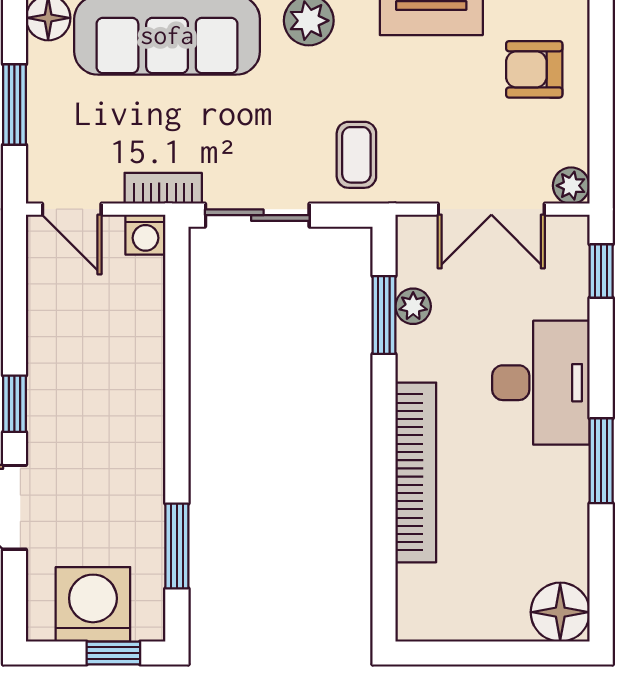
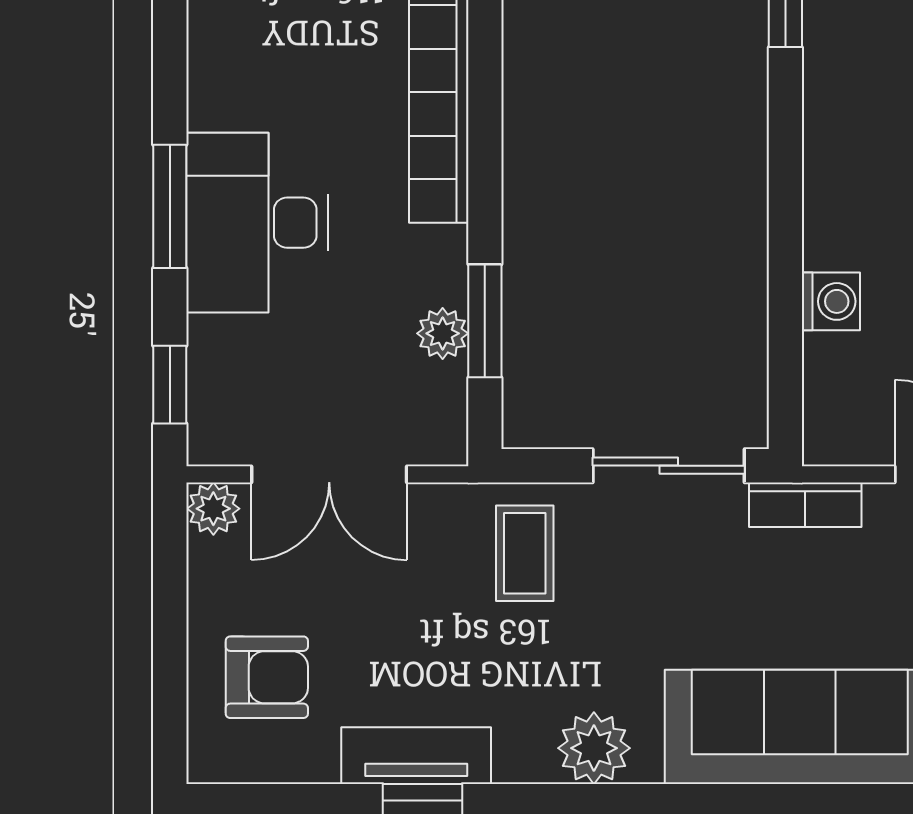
double door: (491, 209) -> (329, 474), swing flipped
washing machine: (145, 235) -> (831, 301), moved, turned 90
window: (601, 461) -> (170, 206), moved

